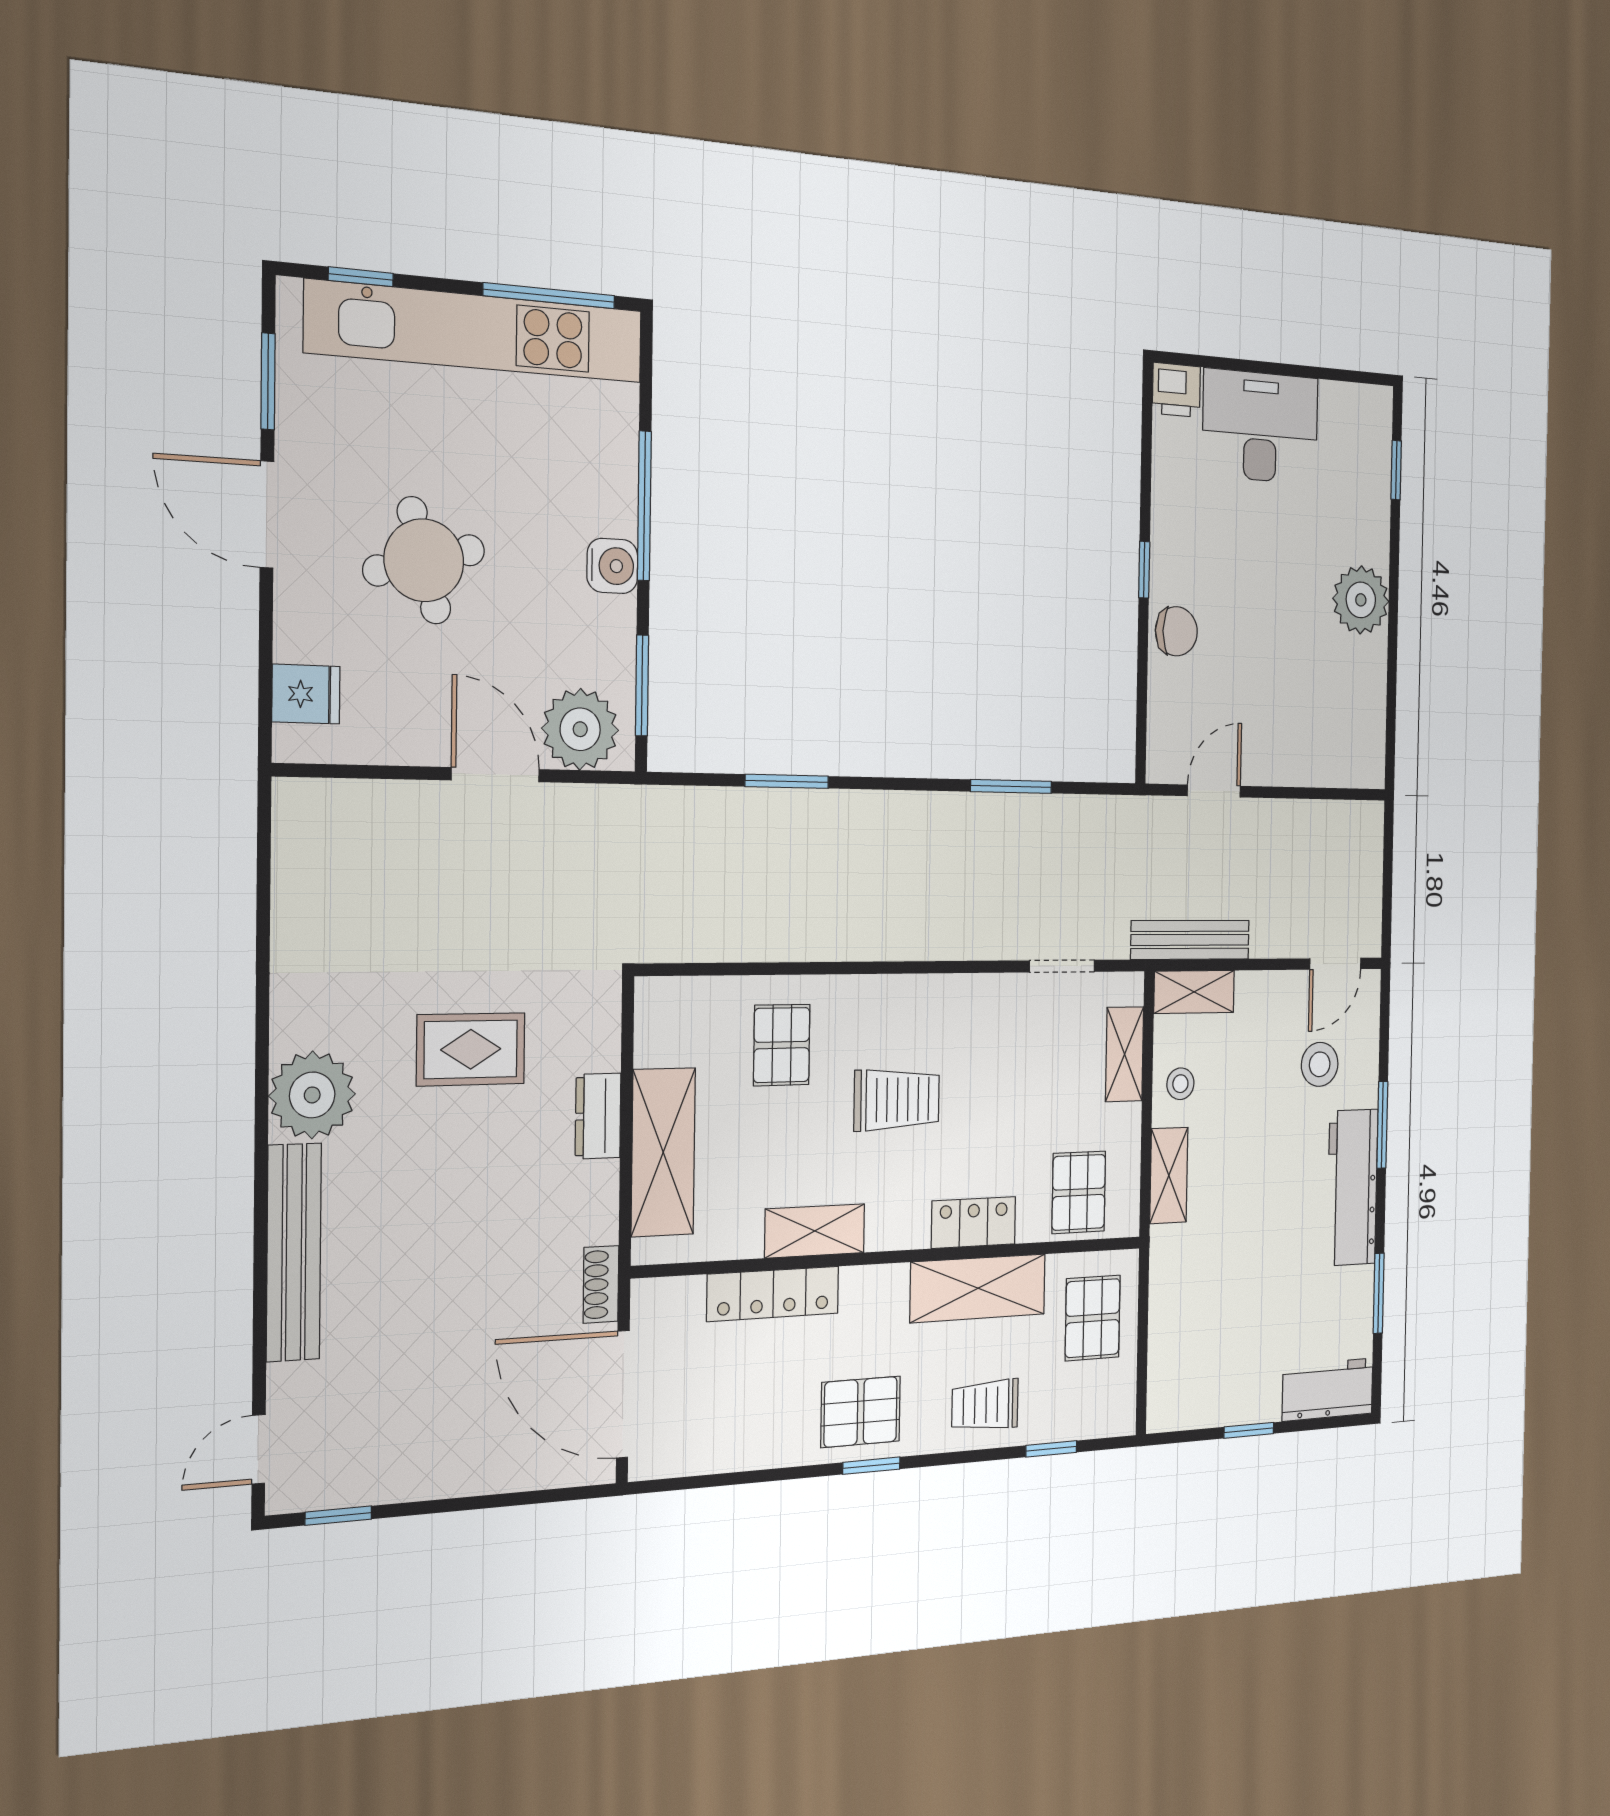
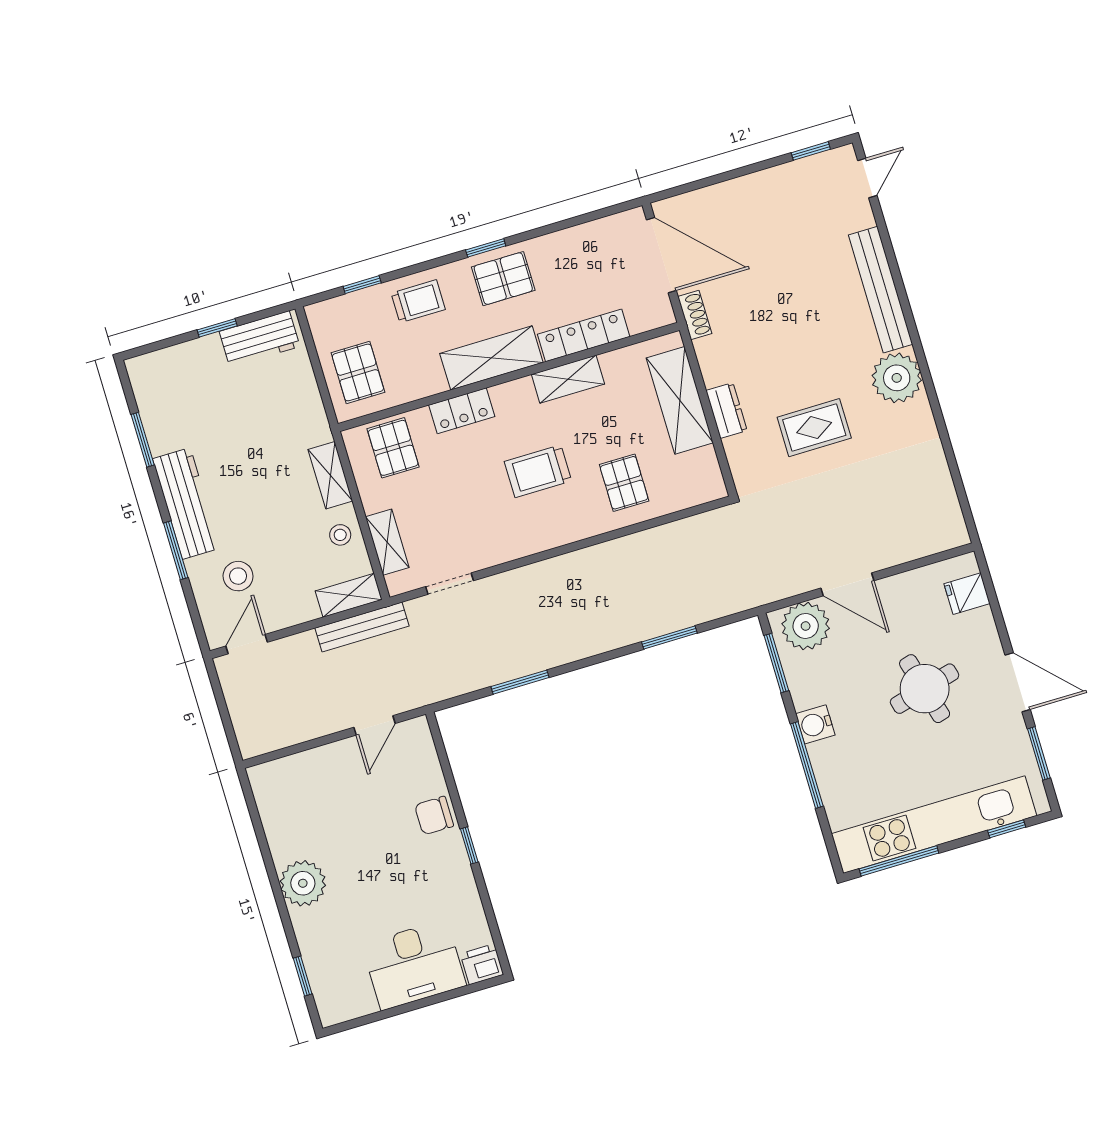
shelving: (978, 1288) -> (491, 358), moved
workbench: (1328, 1390) -> (260, 339), moved

